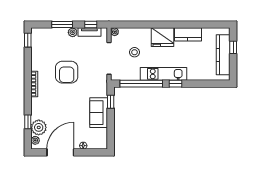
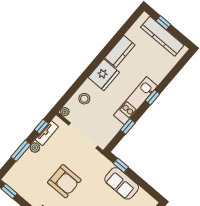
stool: (135, 52) -> (84, 99), moved
window: (141, 84) -> (128, 126), width x0.32

